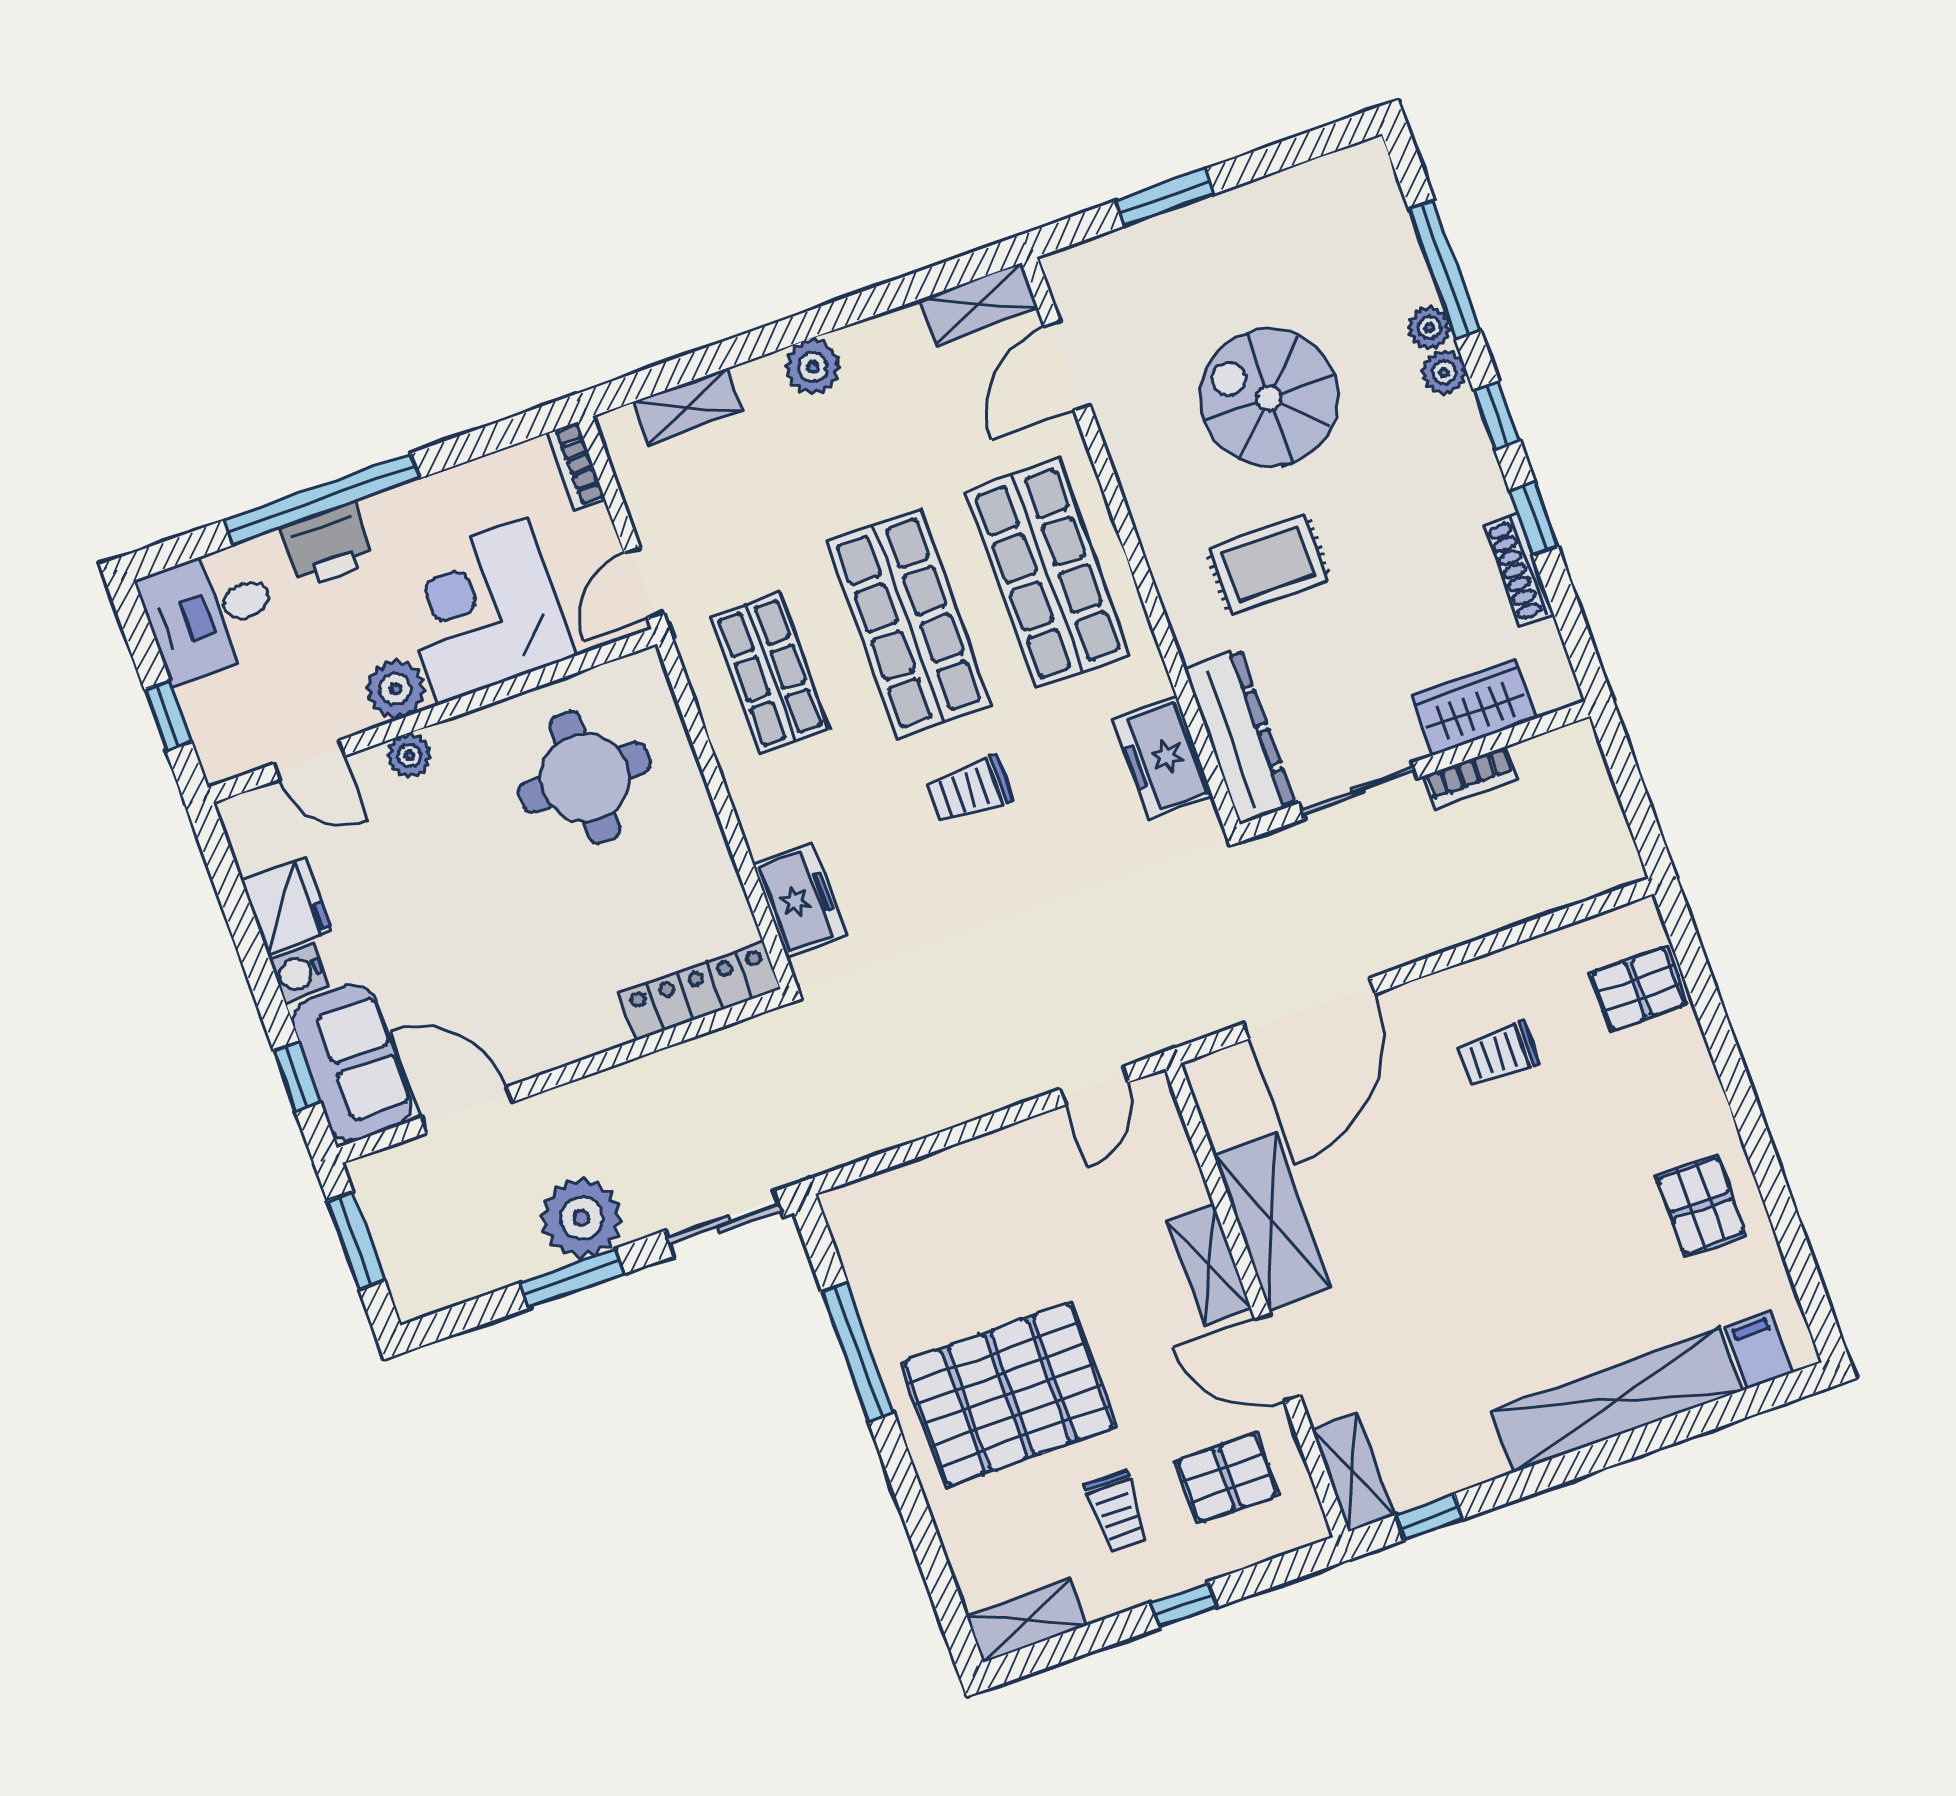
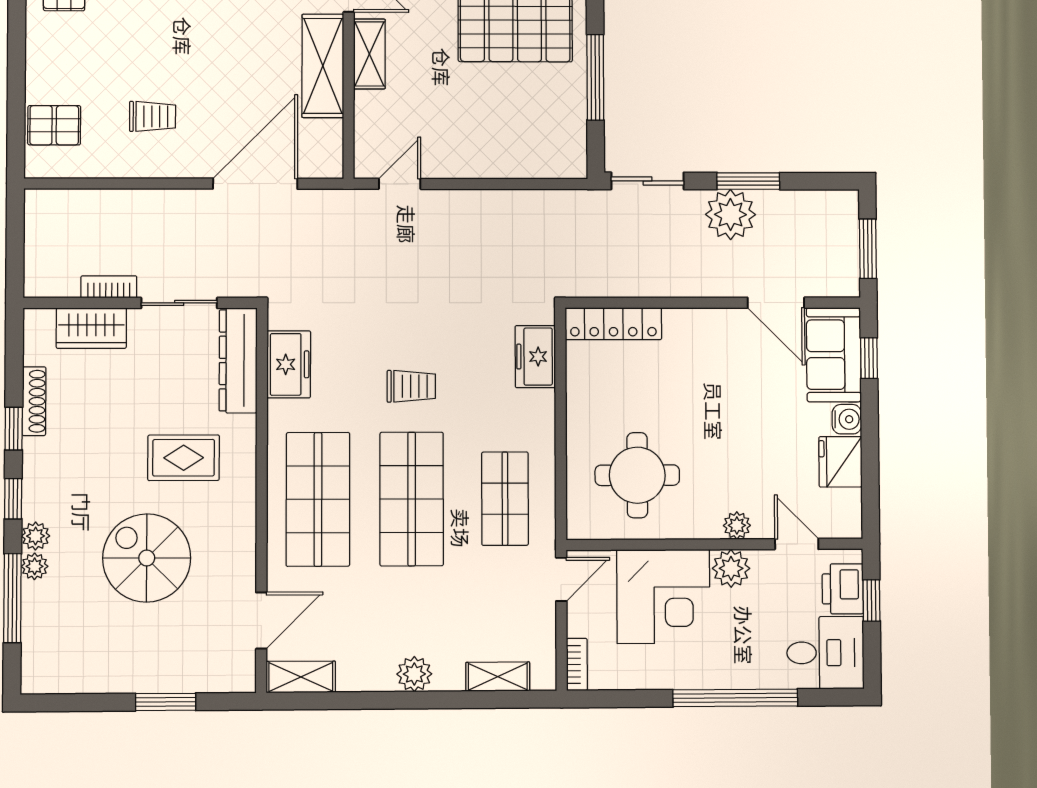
spiral stairs: (1269, 398) -> (147, 558), turned 180
printer: (328, 546) -> (843, 589), moved, turned -90

